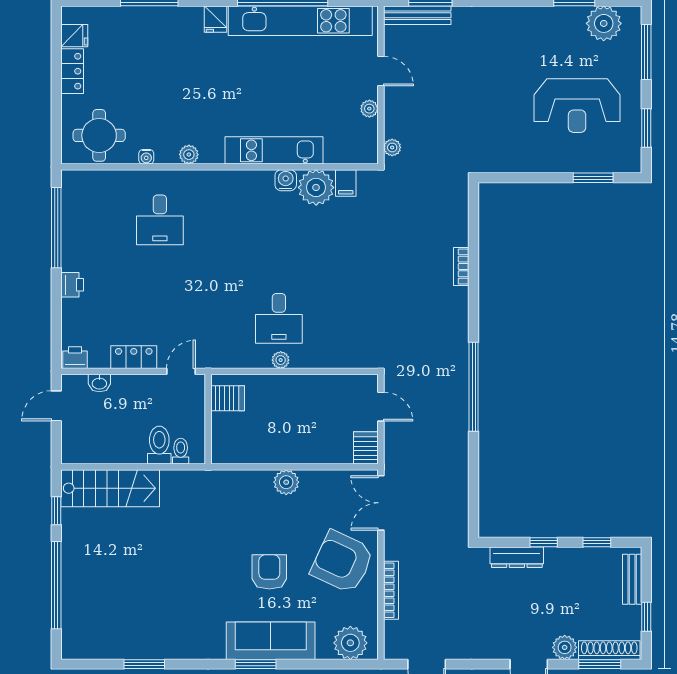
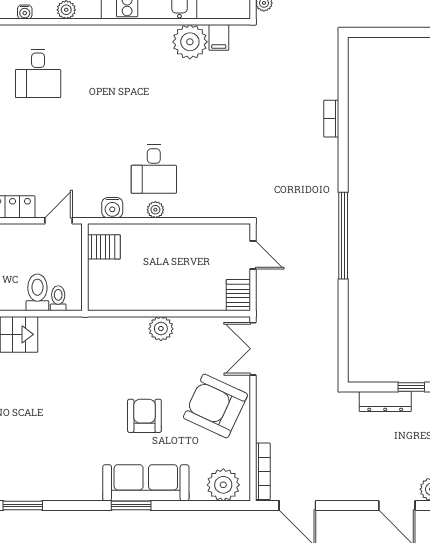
water cooler: (286, 180) -> (112, 208), moved, turned 180
bookcase: (391, 590) -> (263, 471), moved

